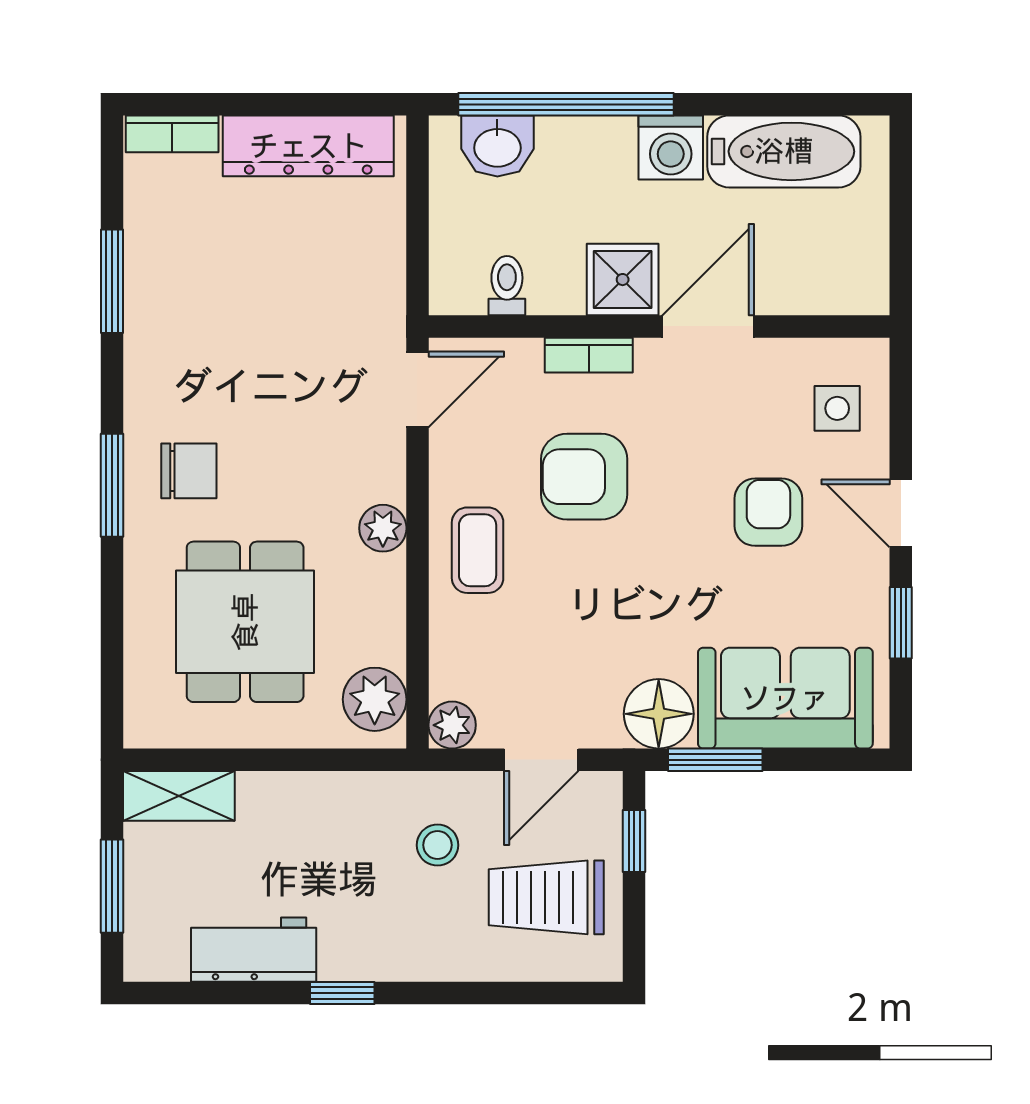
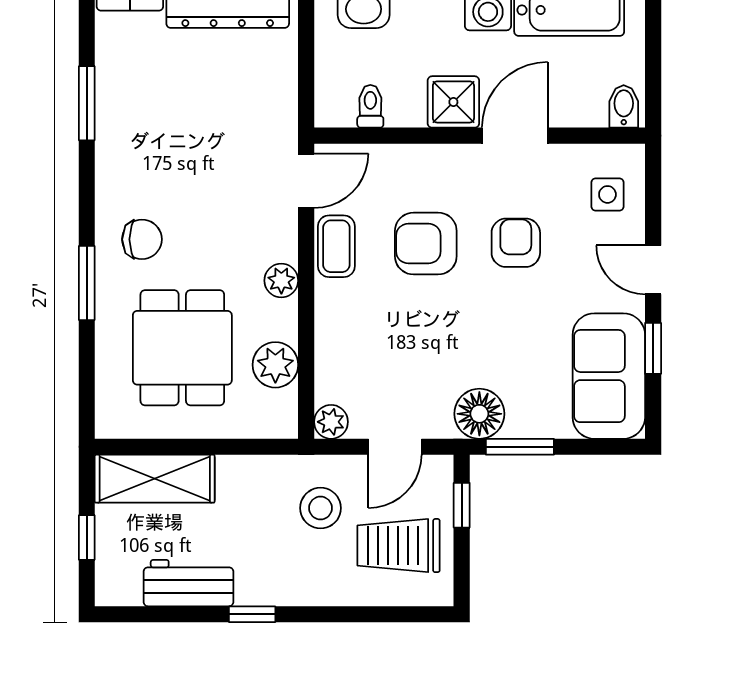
bidet: (860, 286) -> (624, 106), added
bookcase: (589, 355) -> (429, 156), removed
window: (112, 485) -> (87, 283), moved
armchair: (768, 512) -> (516, 243), moved
coffee table: (478, 550) -> (336, 246), moved
sofa: (785, 698) -> (609, 376), moved, turned -90
plant: (375, 699) -> (275, 365), moved
shelving: (179, 796) -> (155, 479), width x1.50, depth x1.33
stool: (438, 845) -> (321, 508), width x1.37, depth x1.37
window: (112, 886) -> (87, 538), width x0.67

